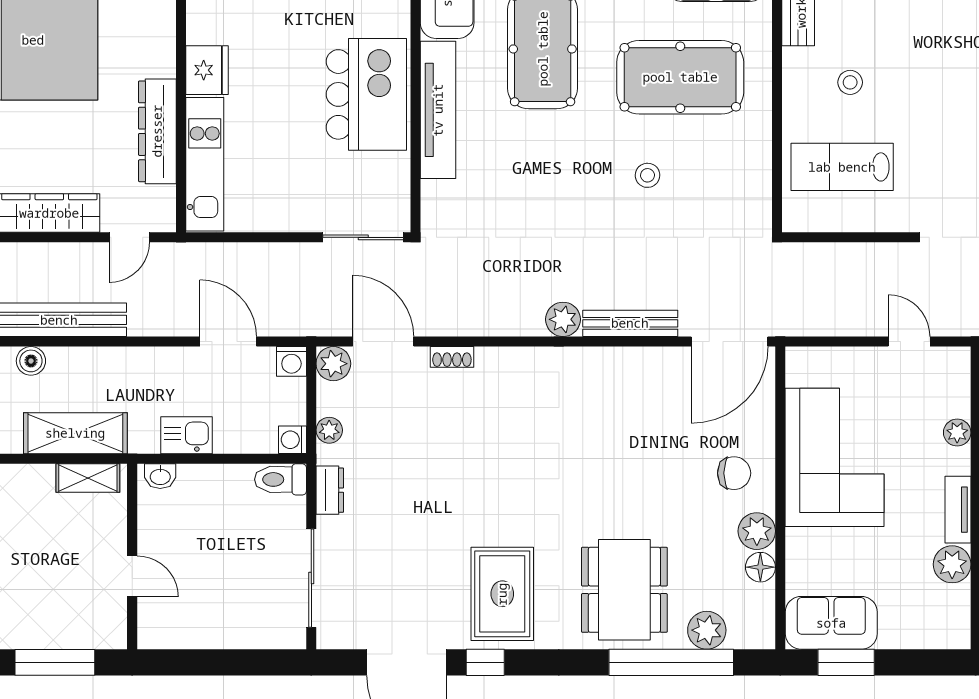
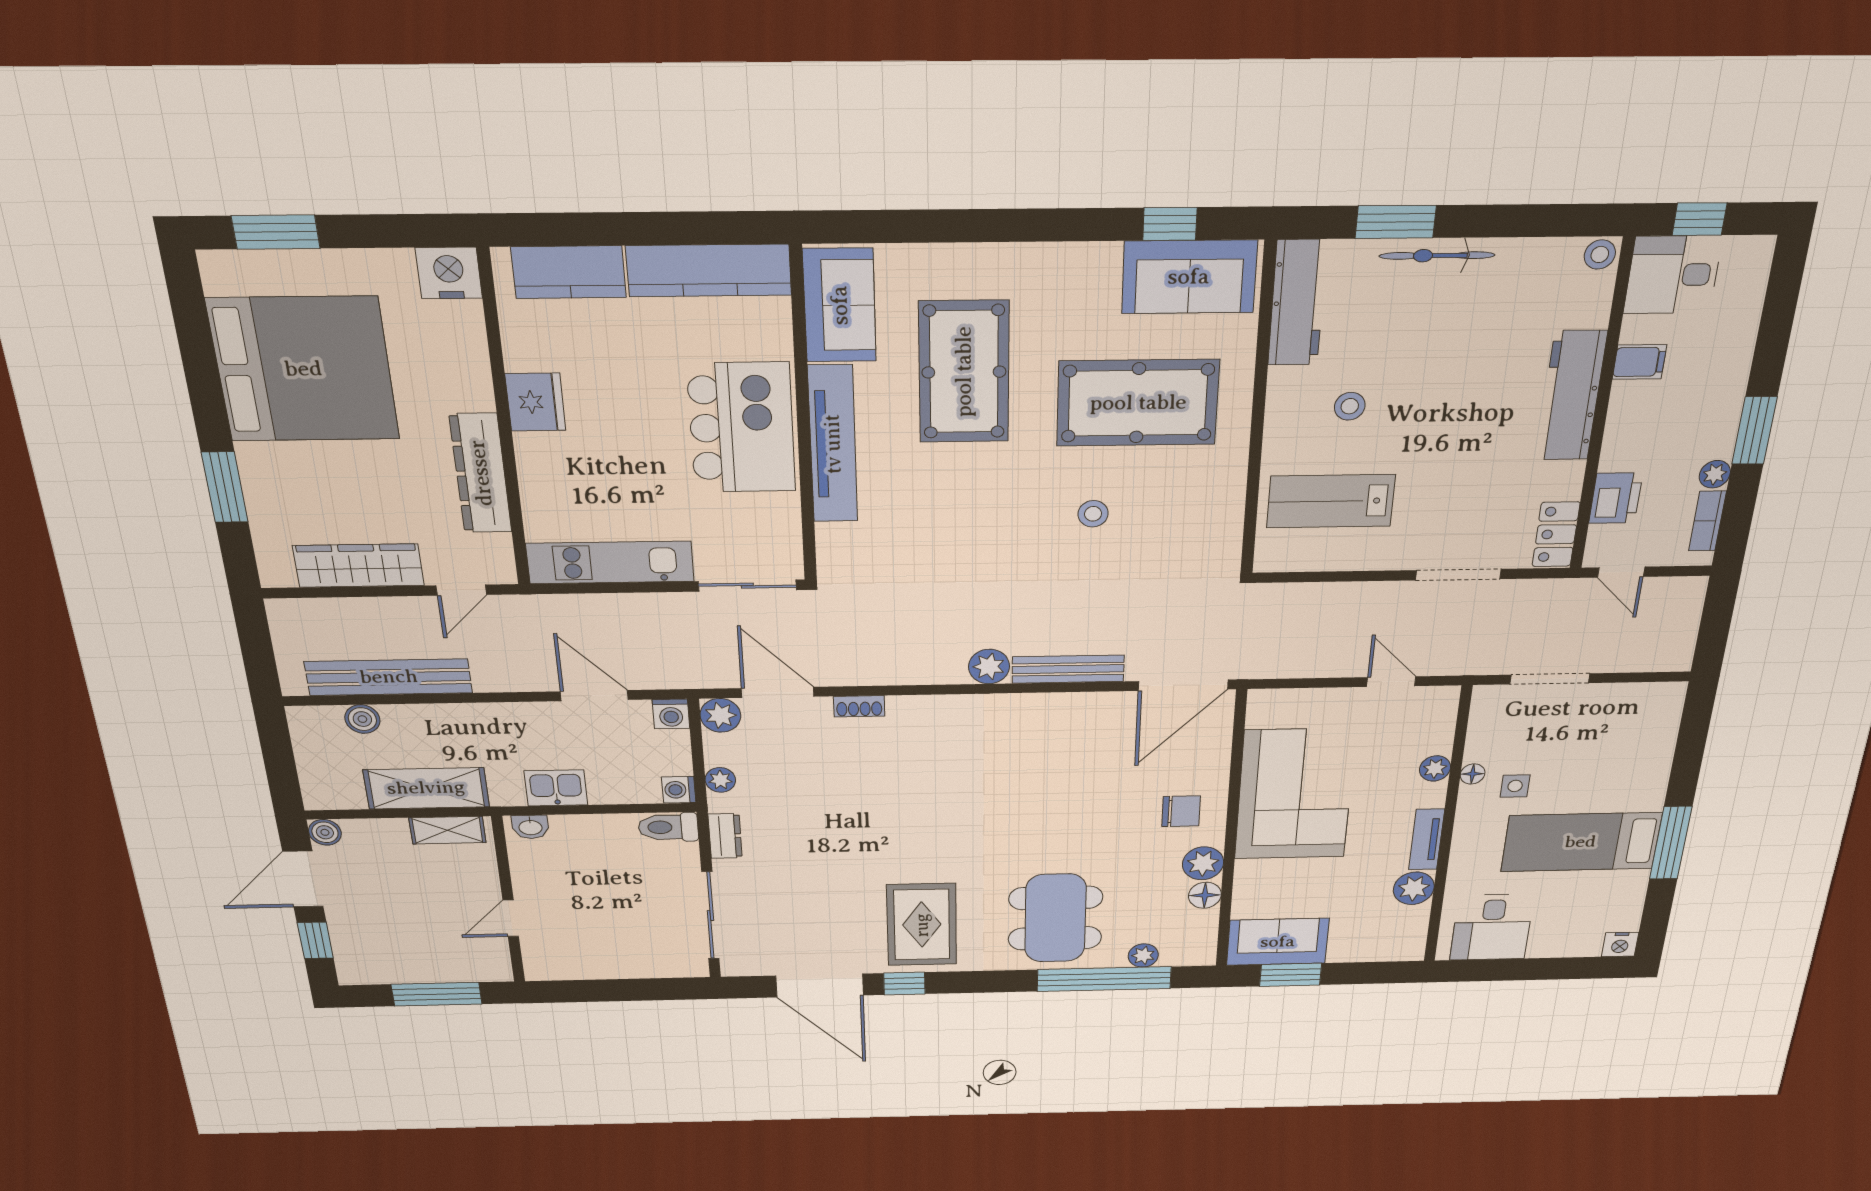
kitchen unit: (205, 164) -> (610, 562), moved, turned -90
door: (132, 576) -> (511, 918), swing flipped
plant: (707, 630) -> (1143, 955), width x0.73, depth x0.73

